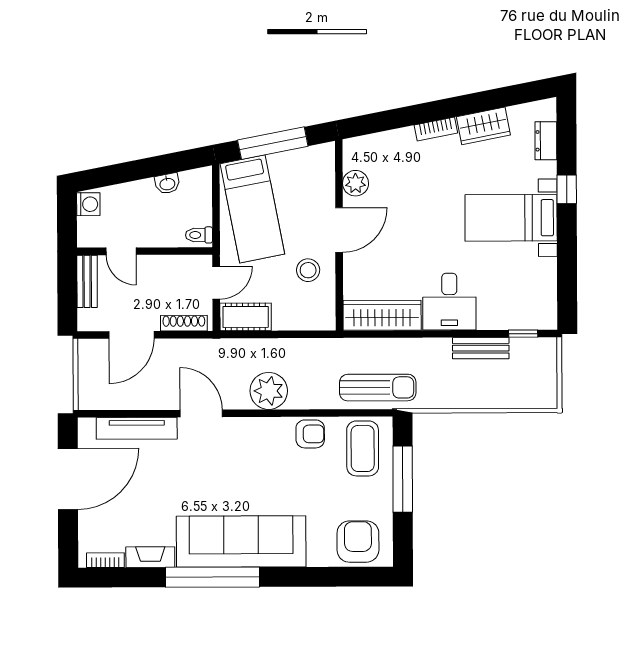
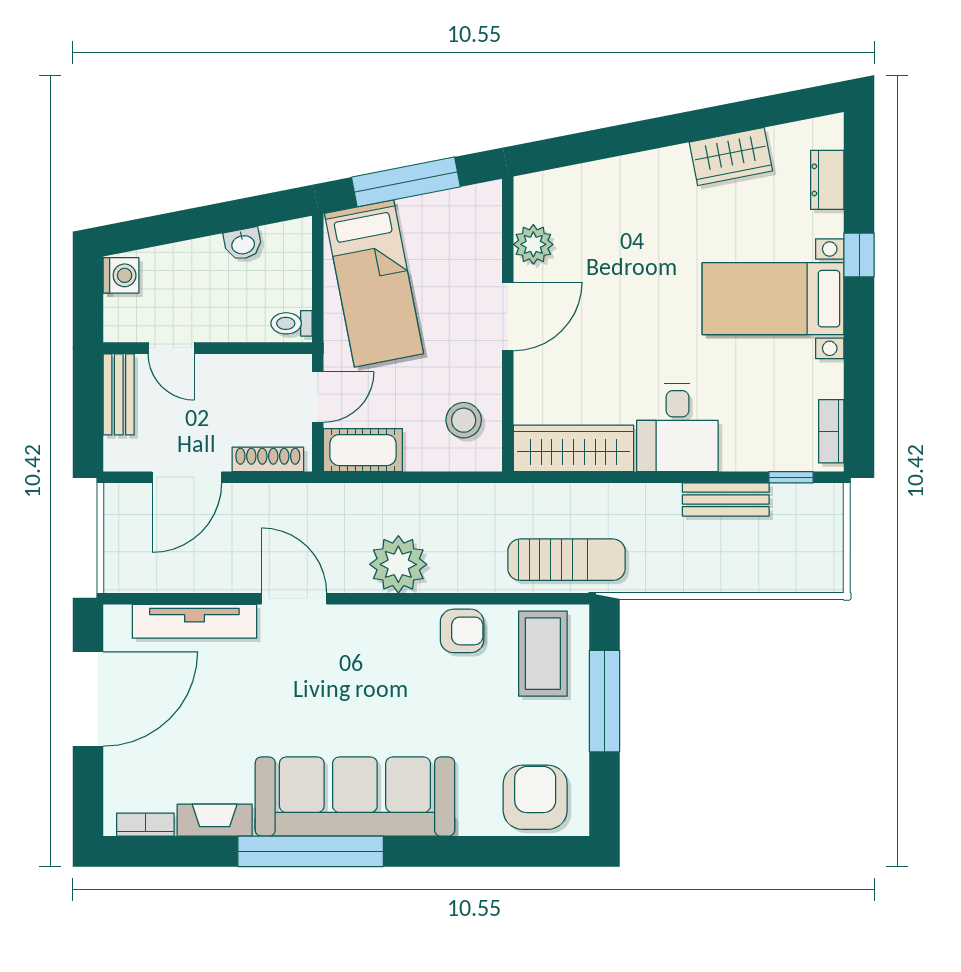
bookcase: (436, 129) -> (831, 431), moved, turned 101
stool: (308, 270) -> (464, 420), moved

